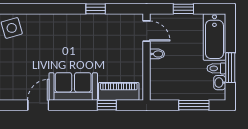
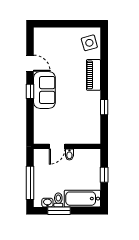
door: (147, 31) -> (57, 146), moved
piano: (119, 91) -> (94, 75), moved, turned 180
window: (107, 105) -> (30, 91), moved
window: (194, 105) -> (30, 183), width x1.44

